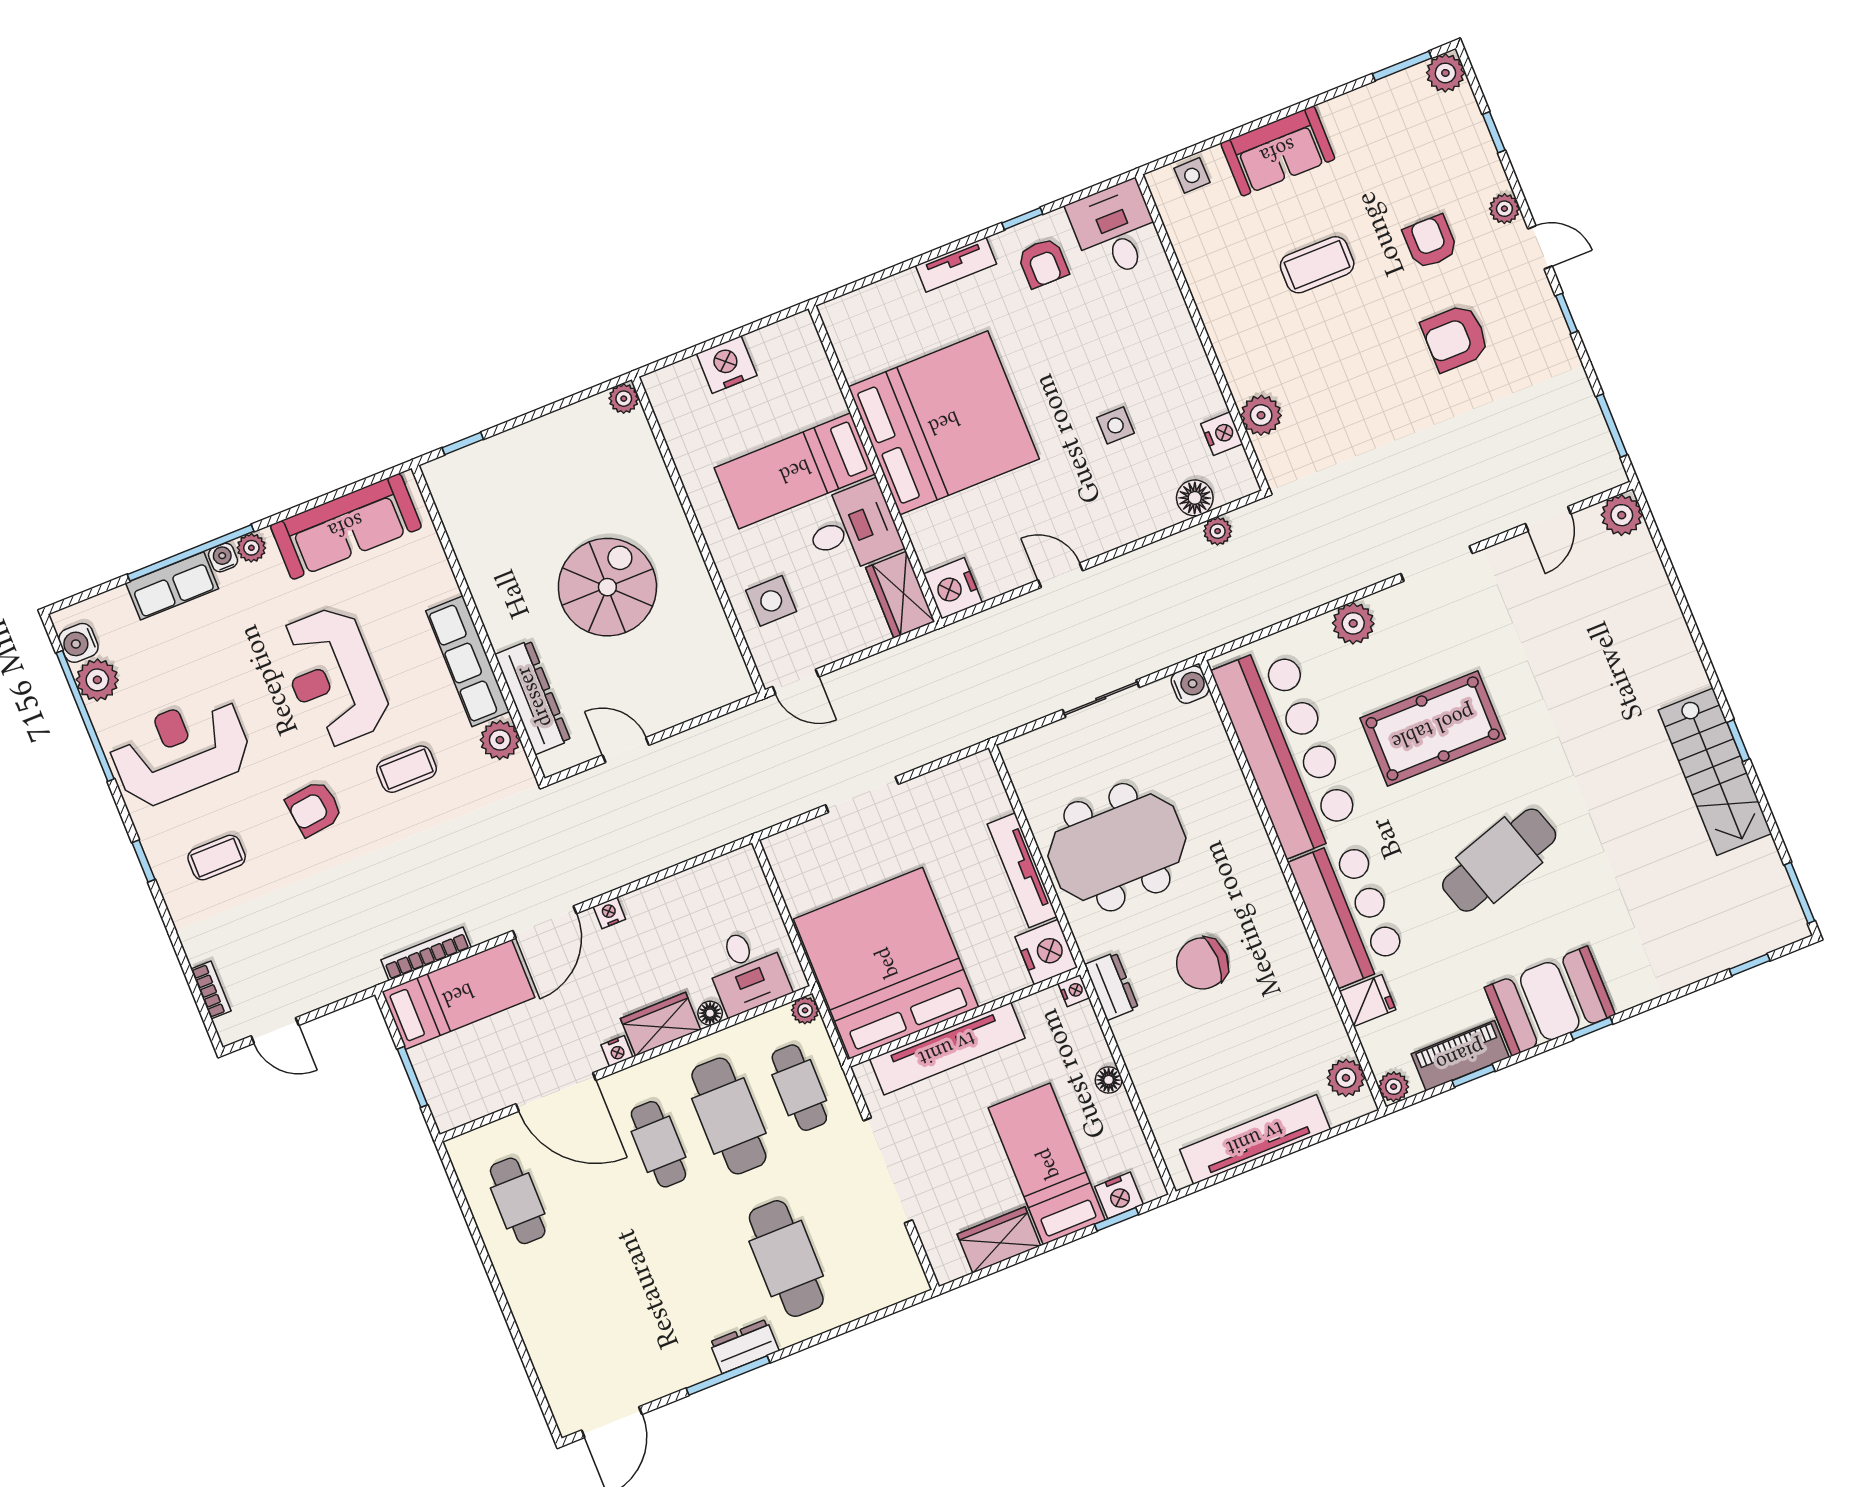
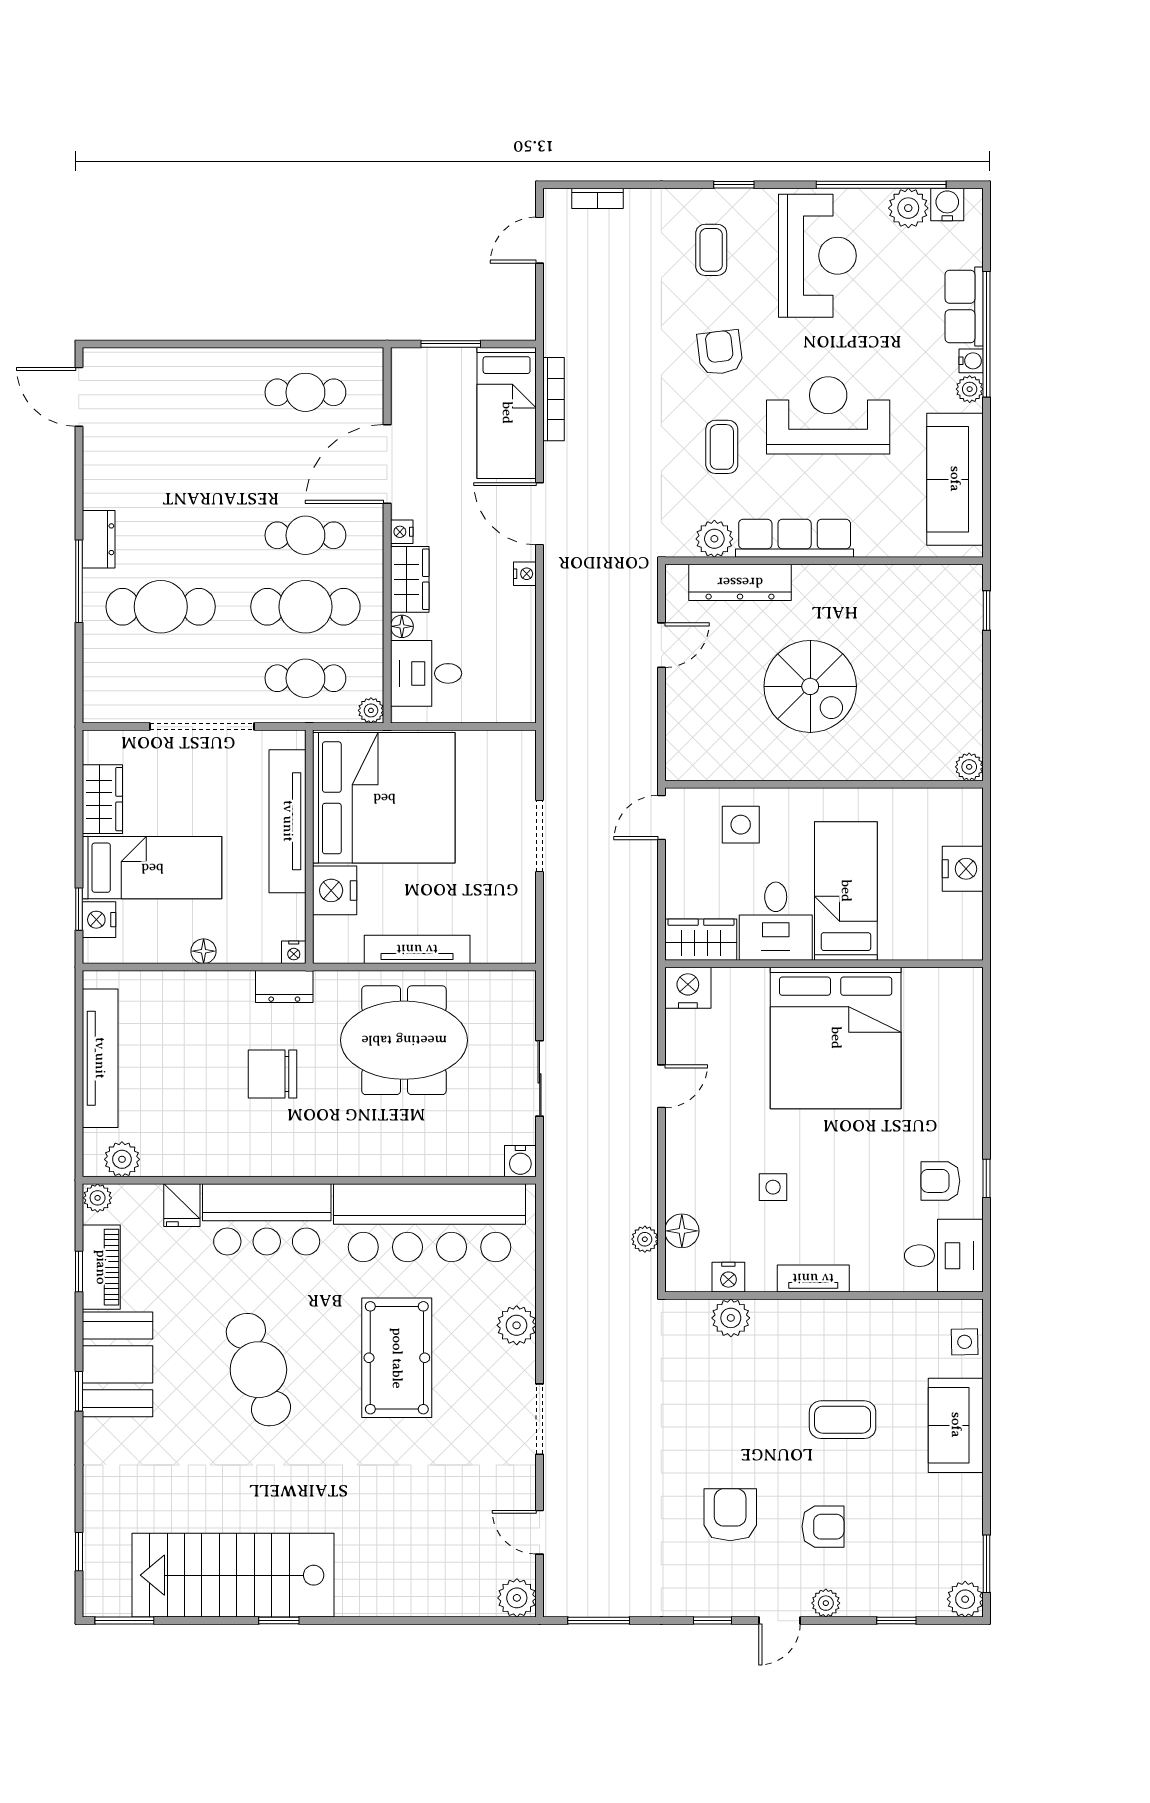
tv unit: (956, 265) -> (813, 1278), moved, turned 90
coffee table: (1317, 265) -> (843, 1420), turned 90
stairs: (1715, 772) -> (233, 1575), width x1.36, depth x1.51
meeting table: (1117, 847) -> (404, 1040), turned 90
nightstand: (1046, 952) -> (335, 890), moved, turned 90
chair: (1202, 963) -> (272, 1074), turned -90
window: (728, 1375) -> (79, 581), moved

